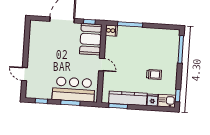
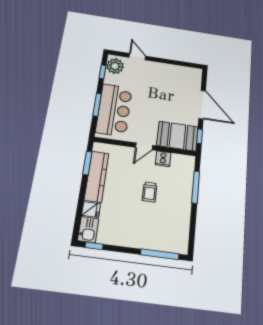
cooker: (111, 31) -> (163, 159), moved
door: (24, 74) -> (137, 57), hinge flipped
trolley: (154, 74) -> (150, 192), moved
plant: (35, 92) -> (115, 66), added

